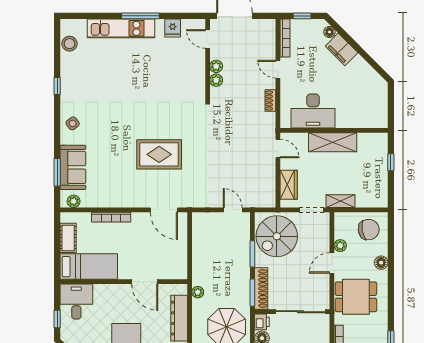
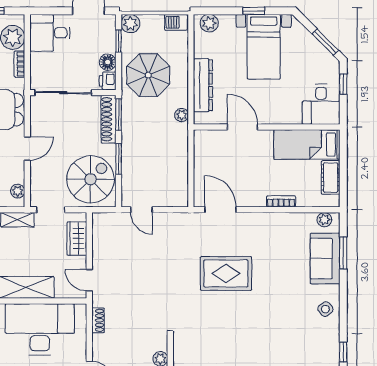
shoe rack: (270, 101) -> (98, 320), moved
desk: (313, 111) -> (40, 329), width x1.36, depth x1.30
bookcase: (111, 217) -> (281, 201), width x0.64
plant: (340, 246) -> (18, 191), moved

